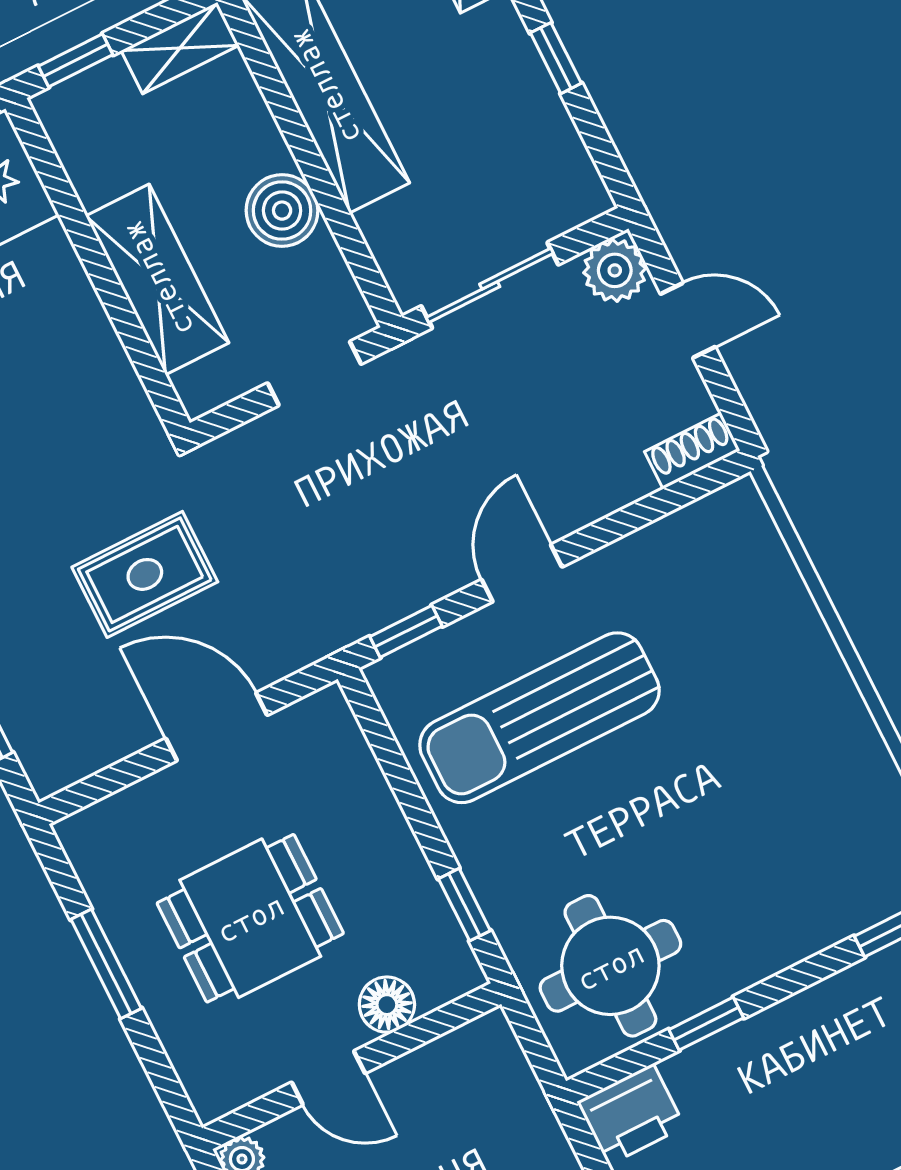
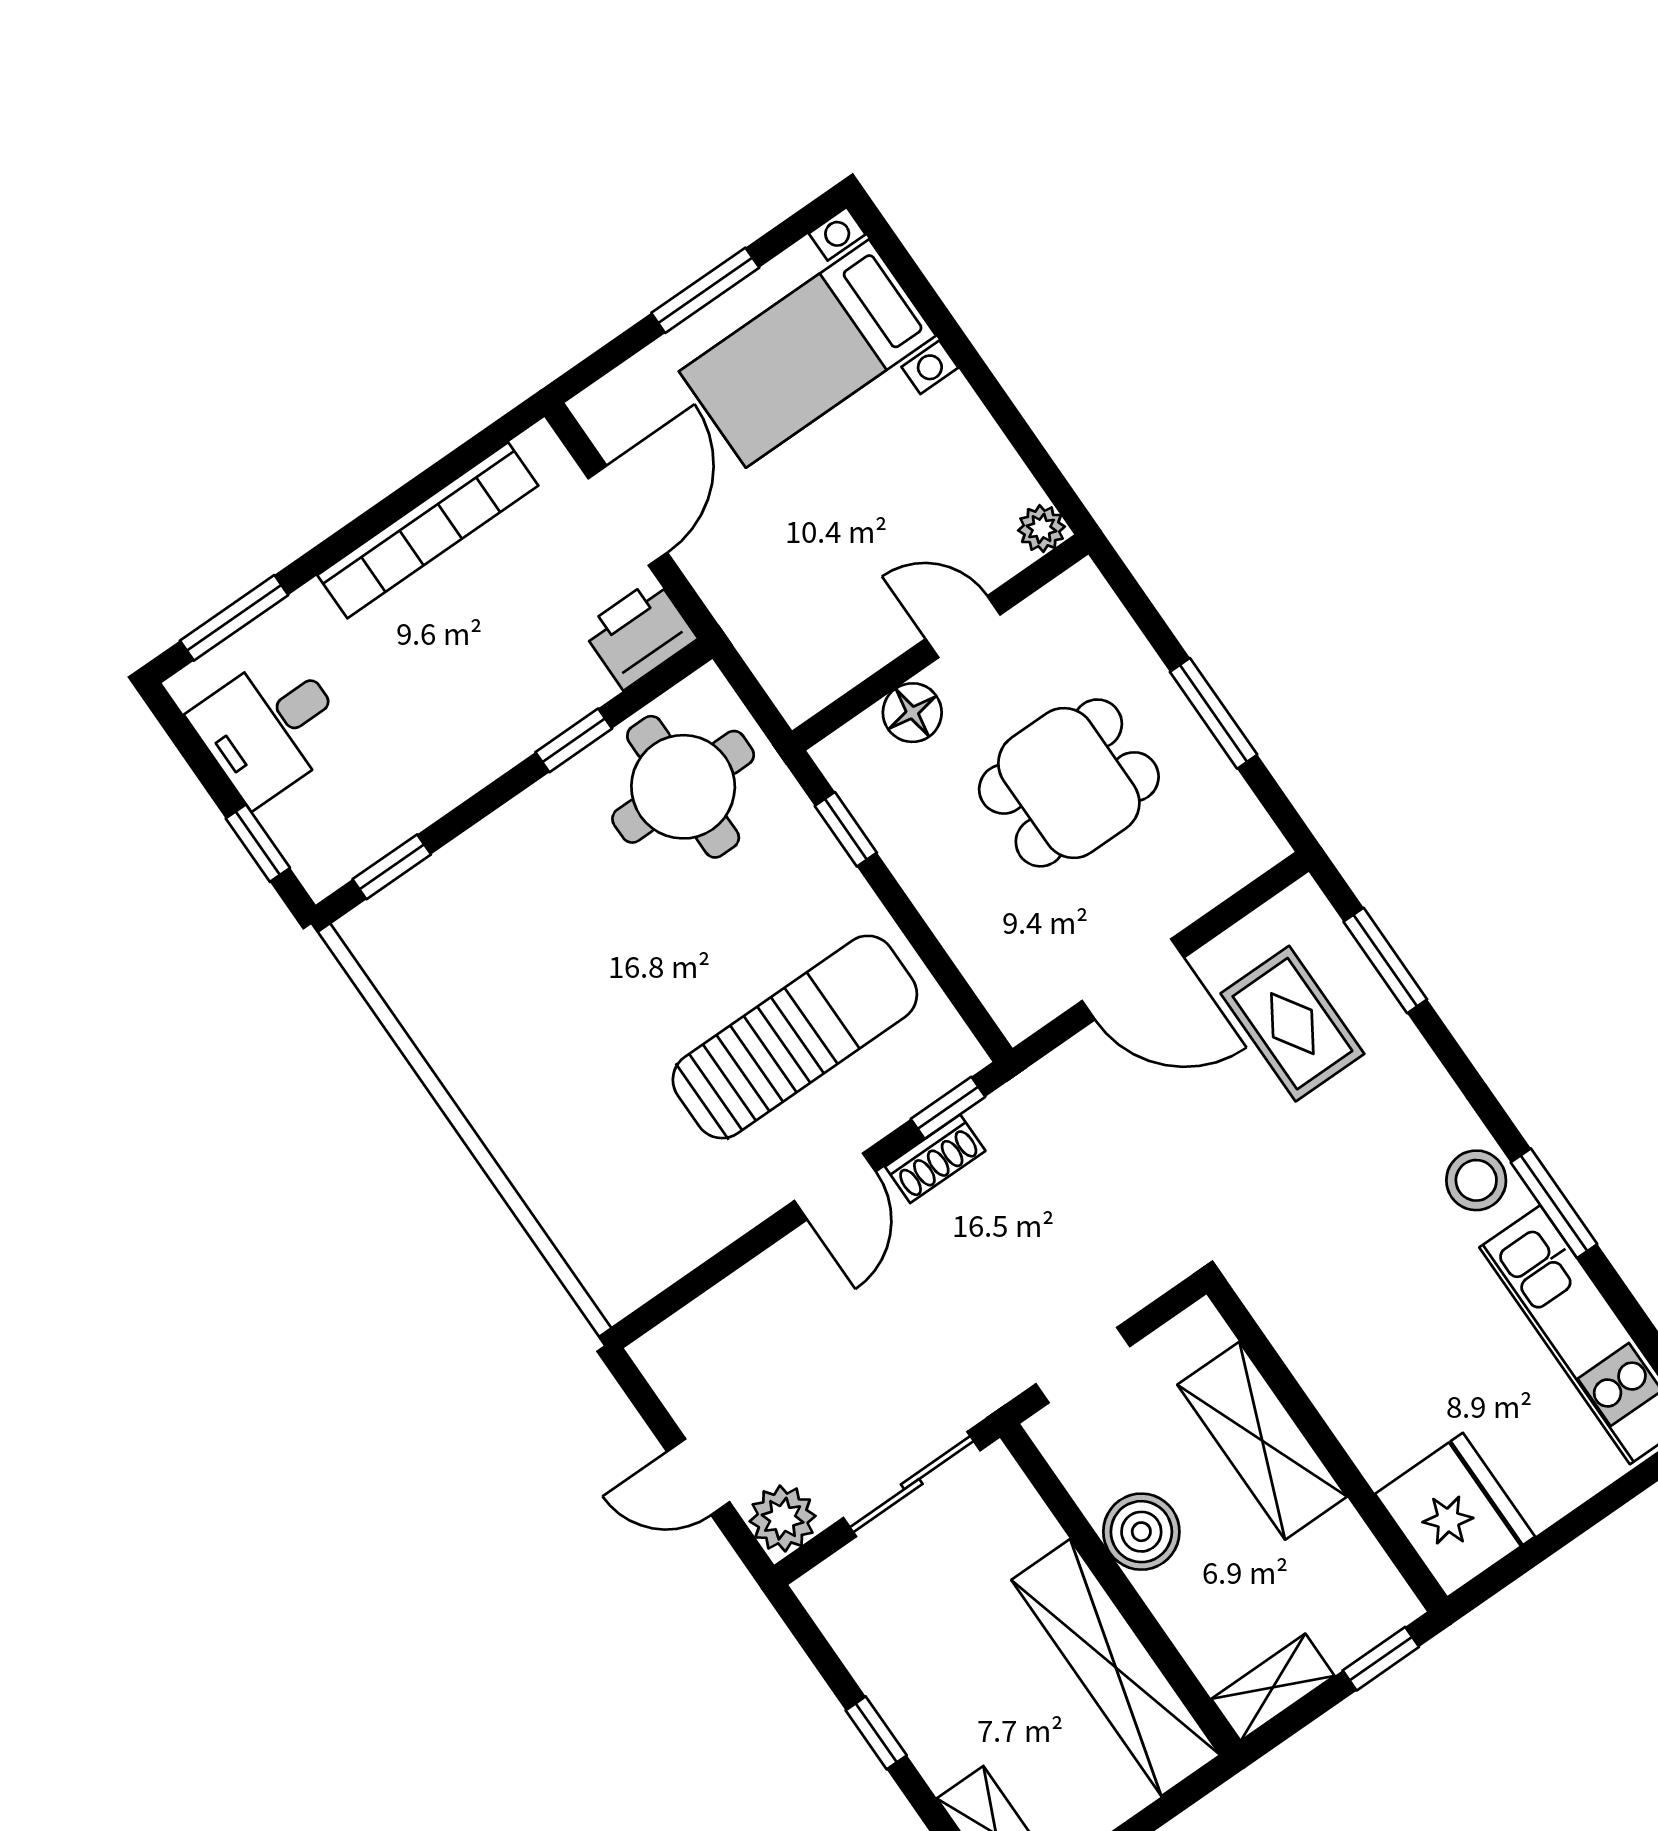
shoe rack: (692, 451) -> (935, 1159), moved
rug: (145, 574) -> (1292, 1024), moved, turned 90

